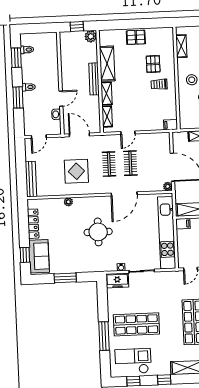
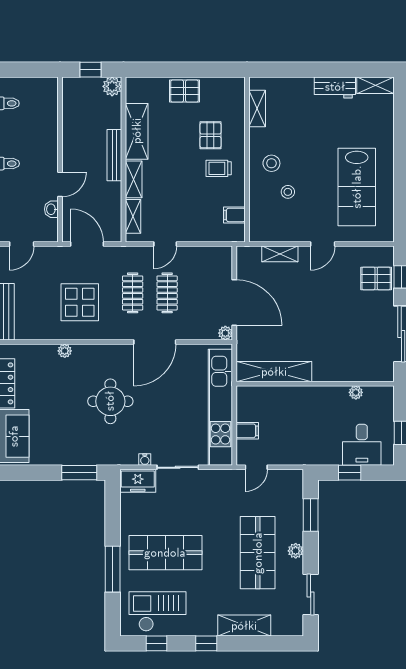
filing cabinet: (171, 125) -> (234, 215), moved
filing cabinet: (183, 224) -> (247, 431), moved
window: (65, 278) -> (79, 473), moved

